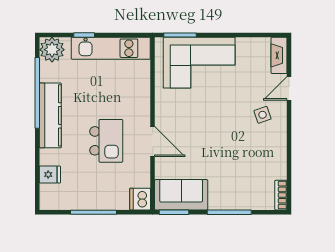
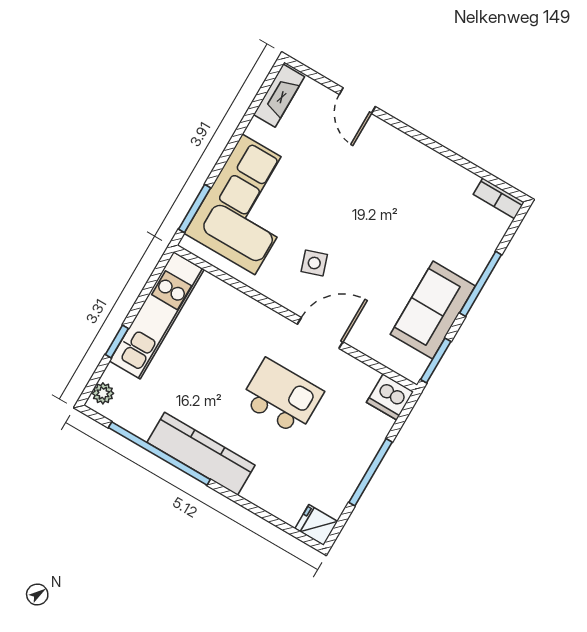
plant: (52, 50) -> (103, 393), width x0.53, depth x0.53
fireplace: (279, 55) -> (279, 96), moved, turned -90
side table: (263, 115) -> (314, 263), moved
fridge: (50, 174) -> (316, 525), moved, turned -90
sofa: (181, 195) -> (433, 310), moved

